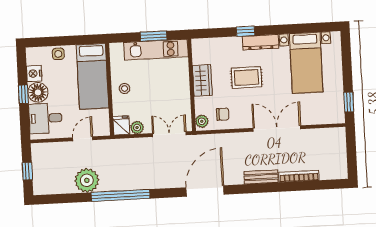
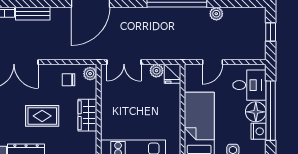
stool: (125, 88) -> (167, 111), removed
window: (23, 94) -> (271, 111), width x3.17
plant: (87, 180) -> (216, 14), width x0.53, depth x0.53

